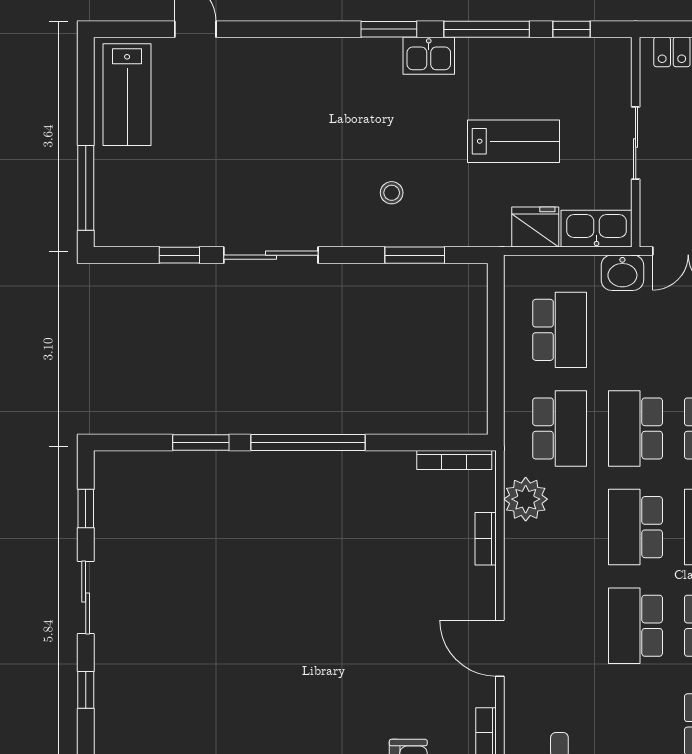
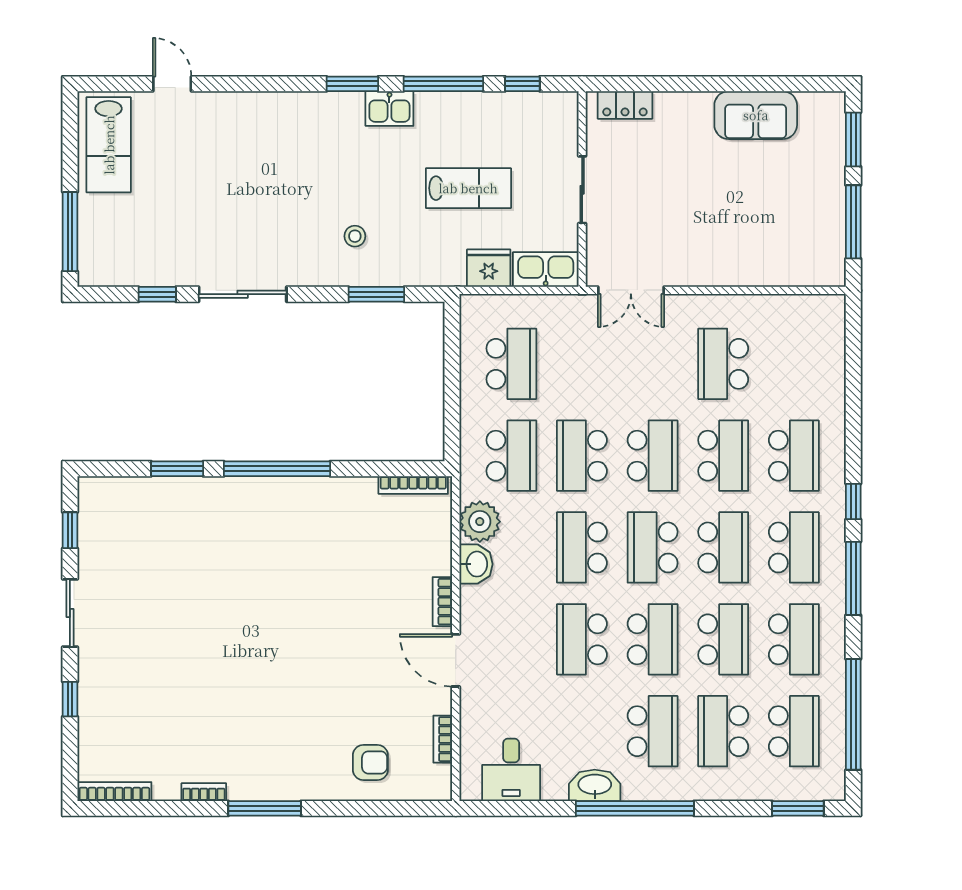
washbasin: (622, 273) -> (476, 564), moved, turned -90
bookcase: (486, 539) -> (442, 602), moved

